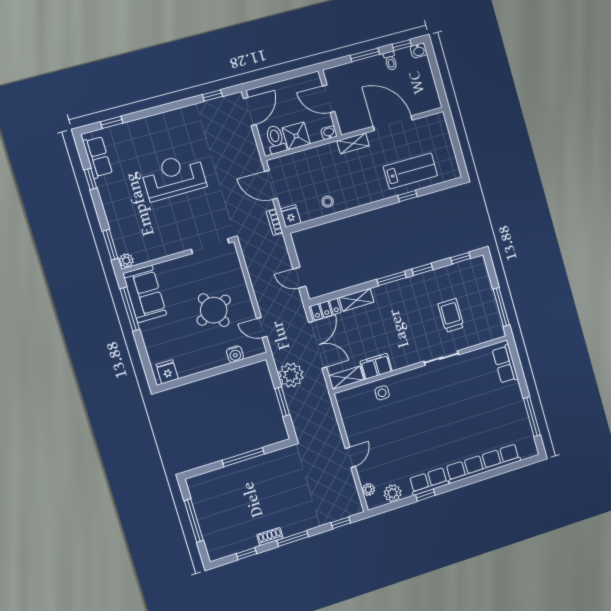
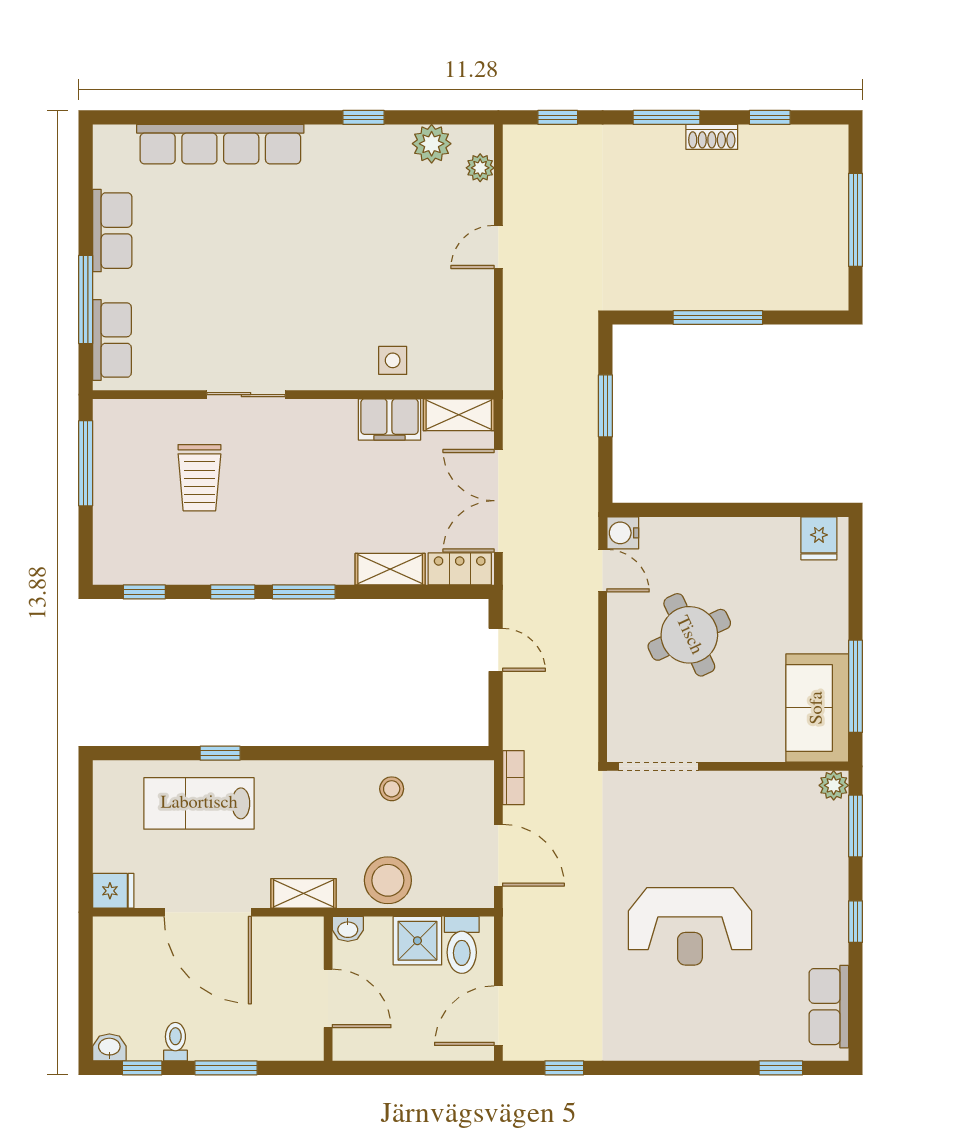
stool: (317, 160) -> (388, 880), added
window: (90, 179) -> (856, 922), moved
fridge: (291, 216) -> (113, 891), moved, turned -90
water cooler: (235, 354) -> (623, 533), moved, turned -90
plant: (291, 375) -> (571, 455), removed
window: (532, 417) -> (86, 299), moved
row of seats: (429, 481) -> (112, 231), moved, turned -90

